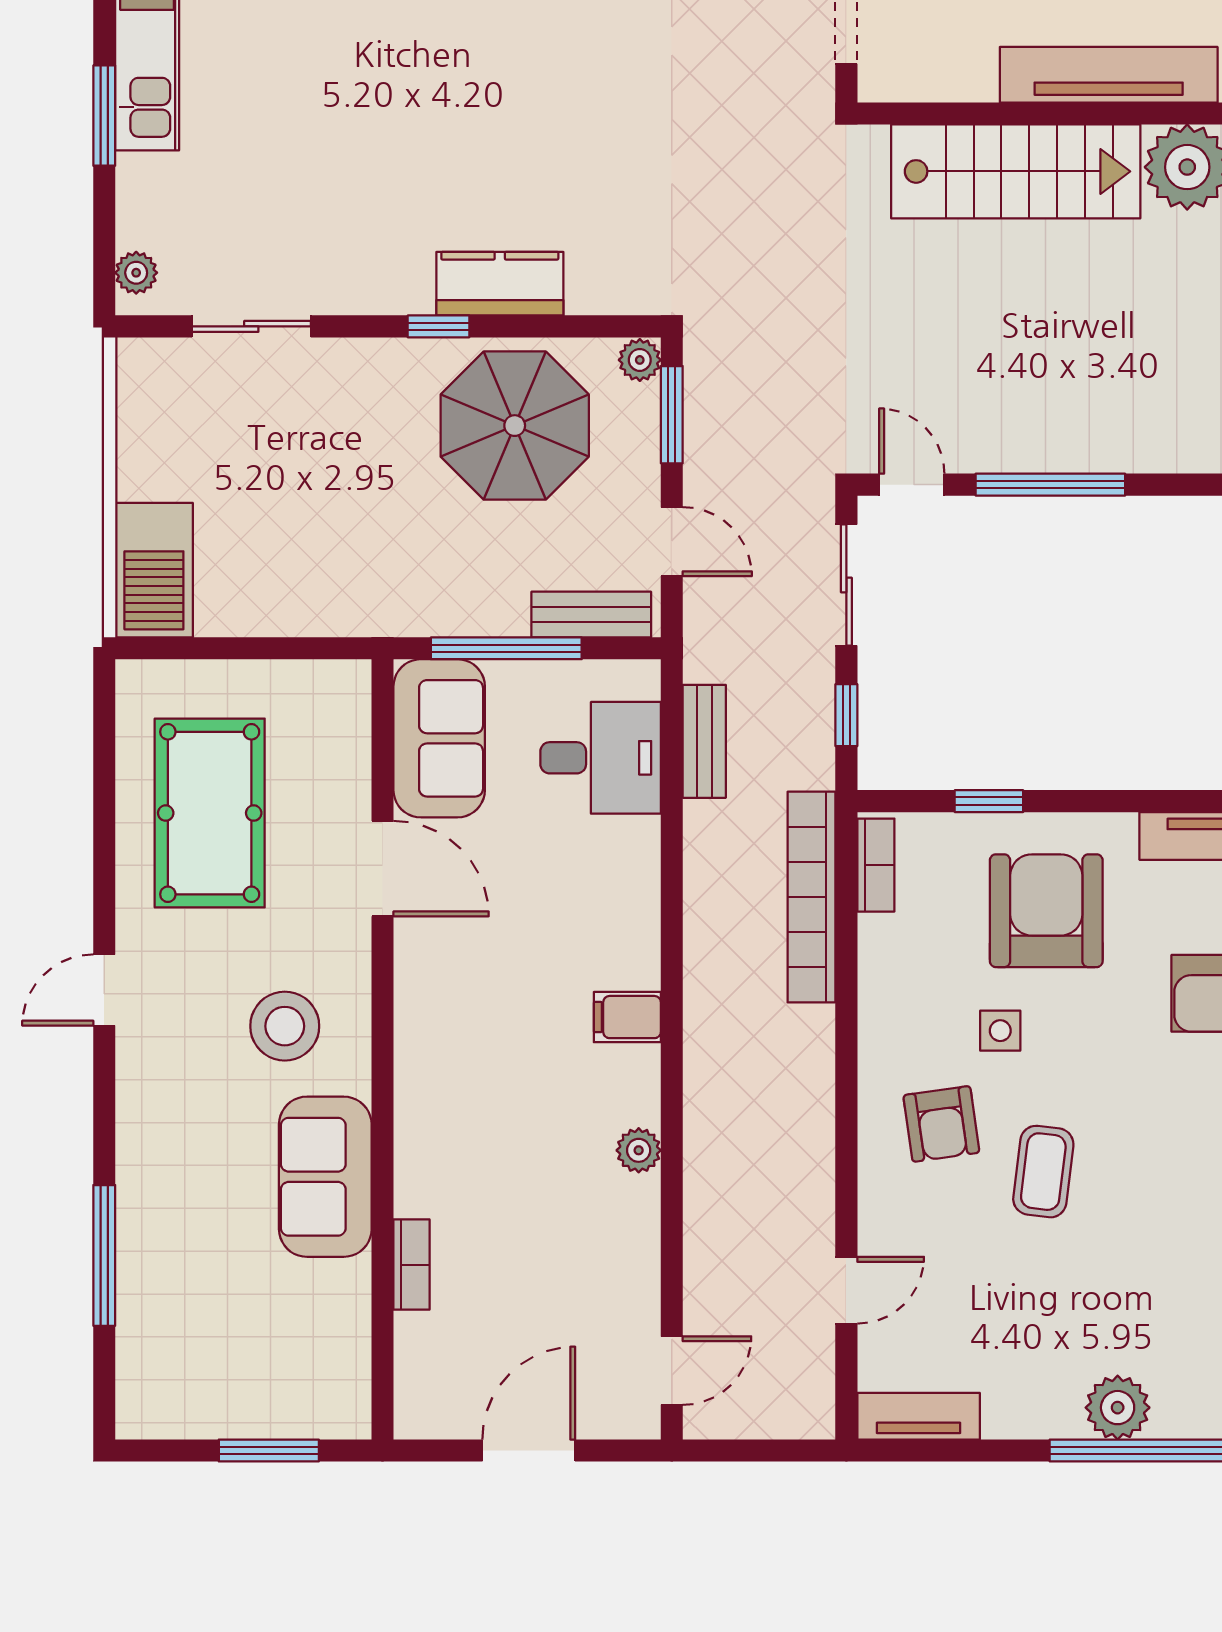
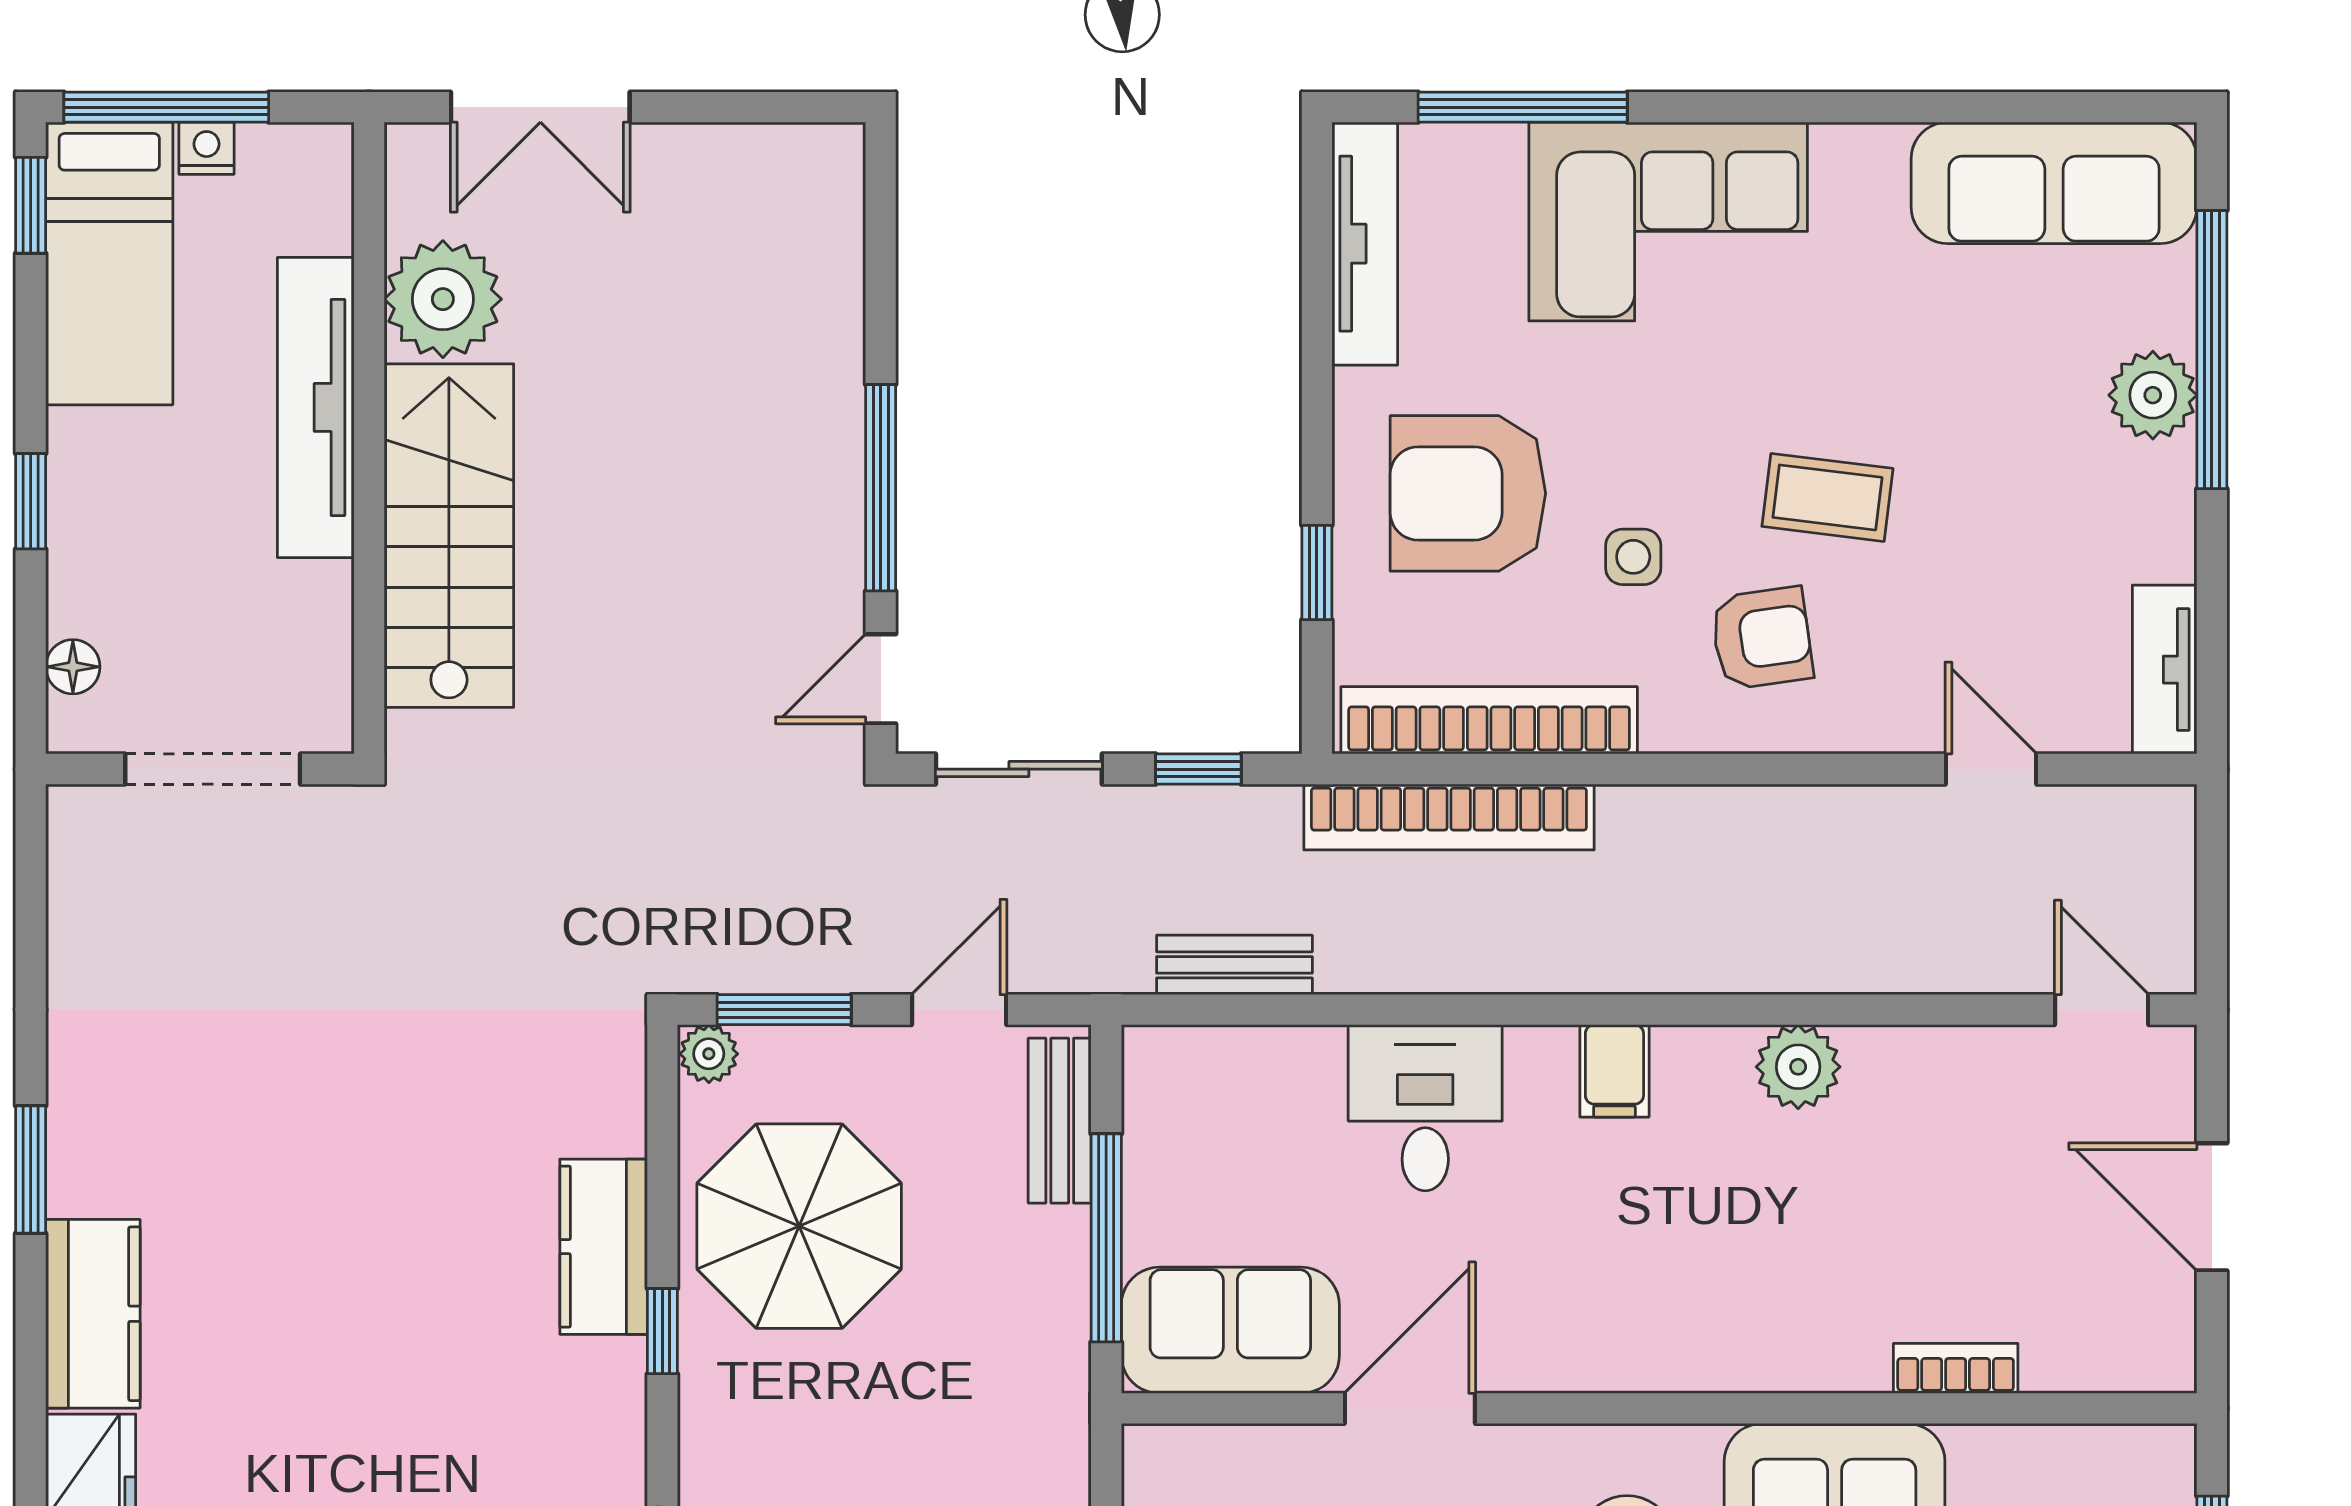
desk: (601, 758) -> (1425, 1108), moved
bookcase: (876, 865) -> (1489, 720), width x2.31, depth x1.31
plant: (639, 1150) -> (1798, 1067), width x1.38, depth x1.38

